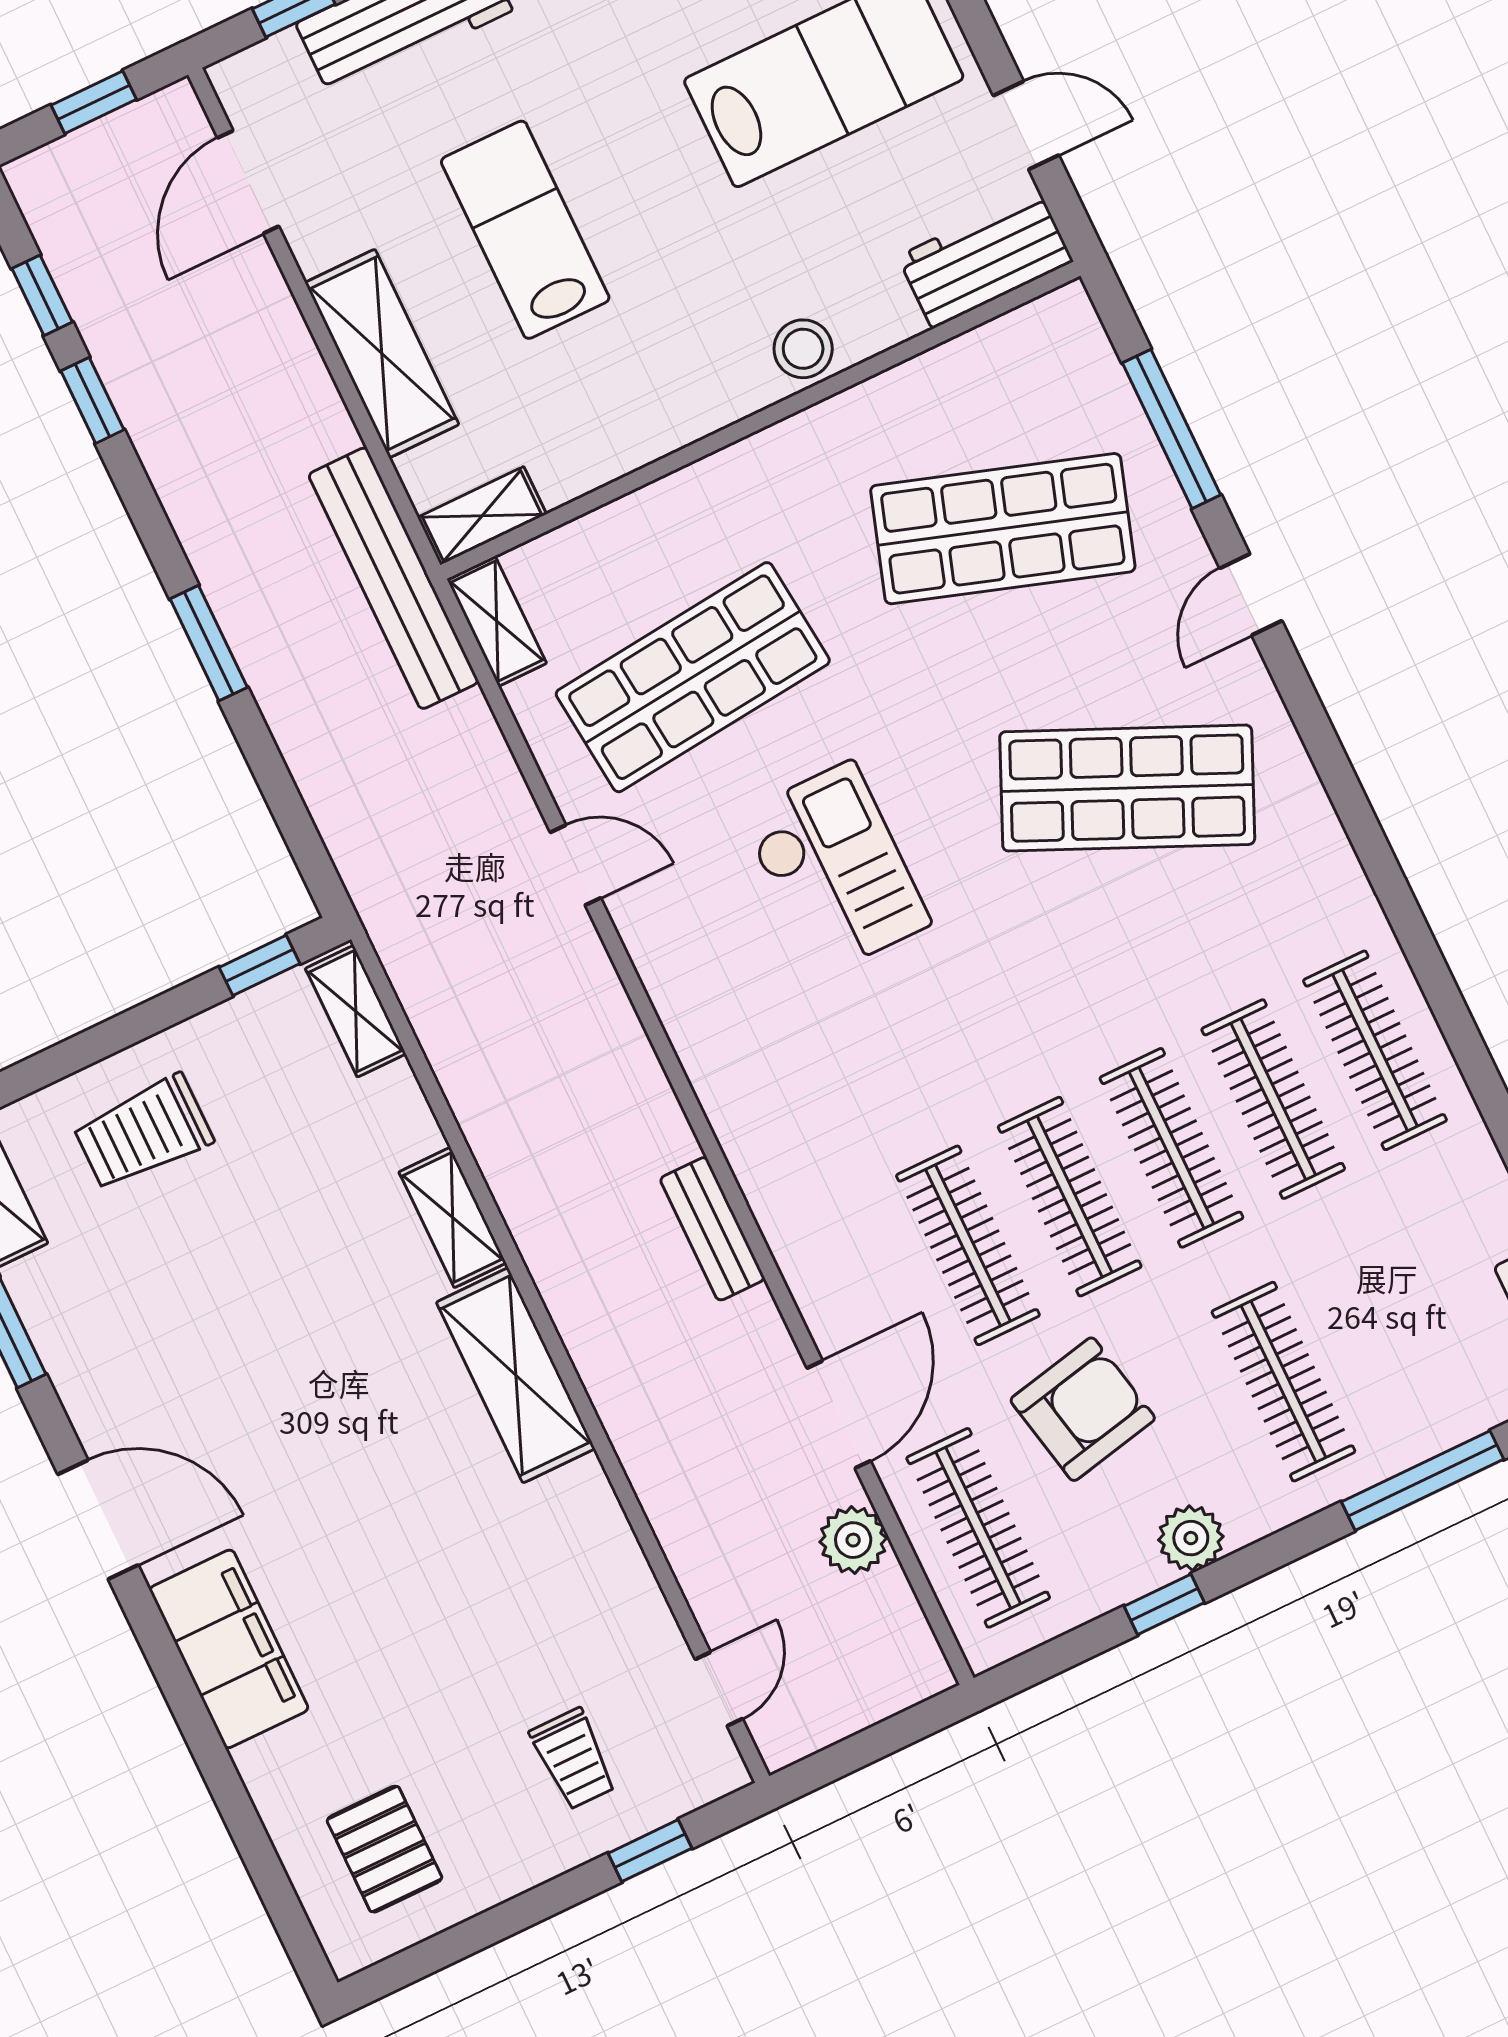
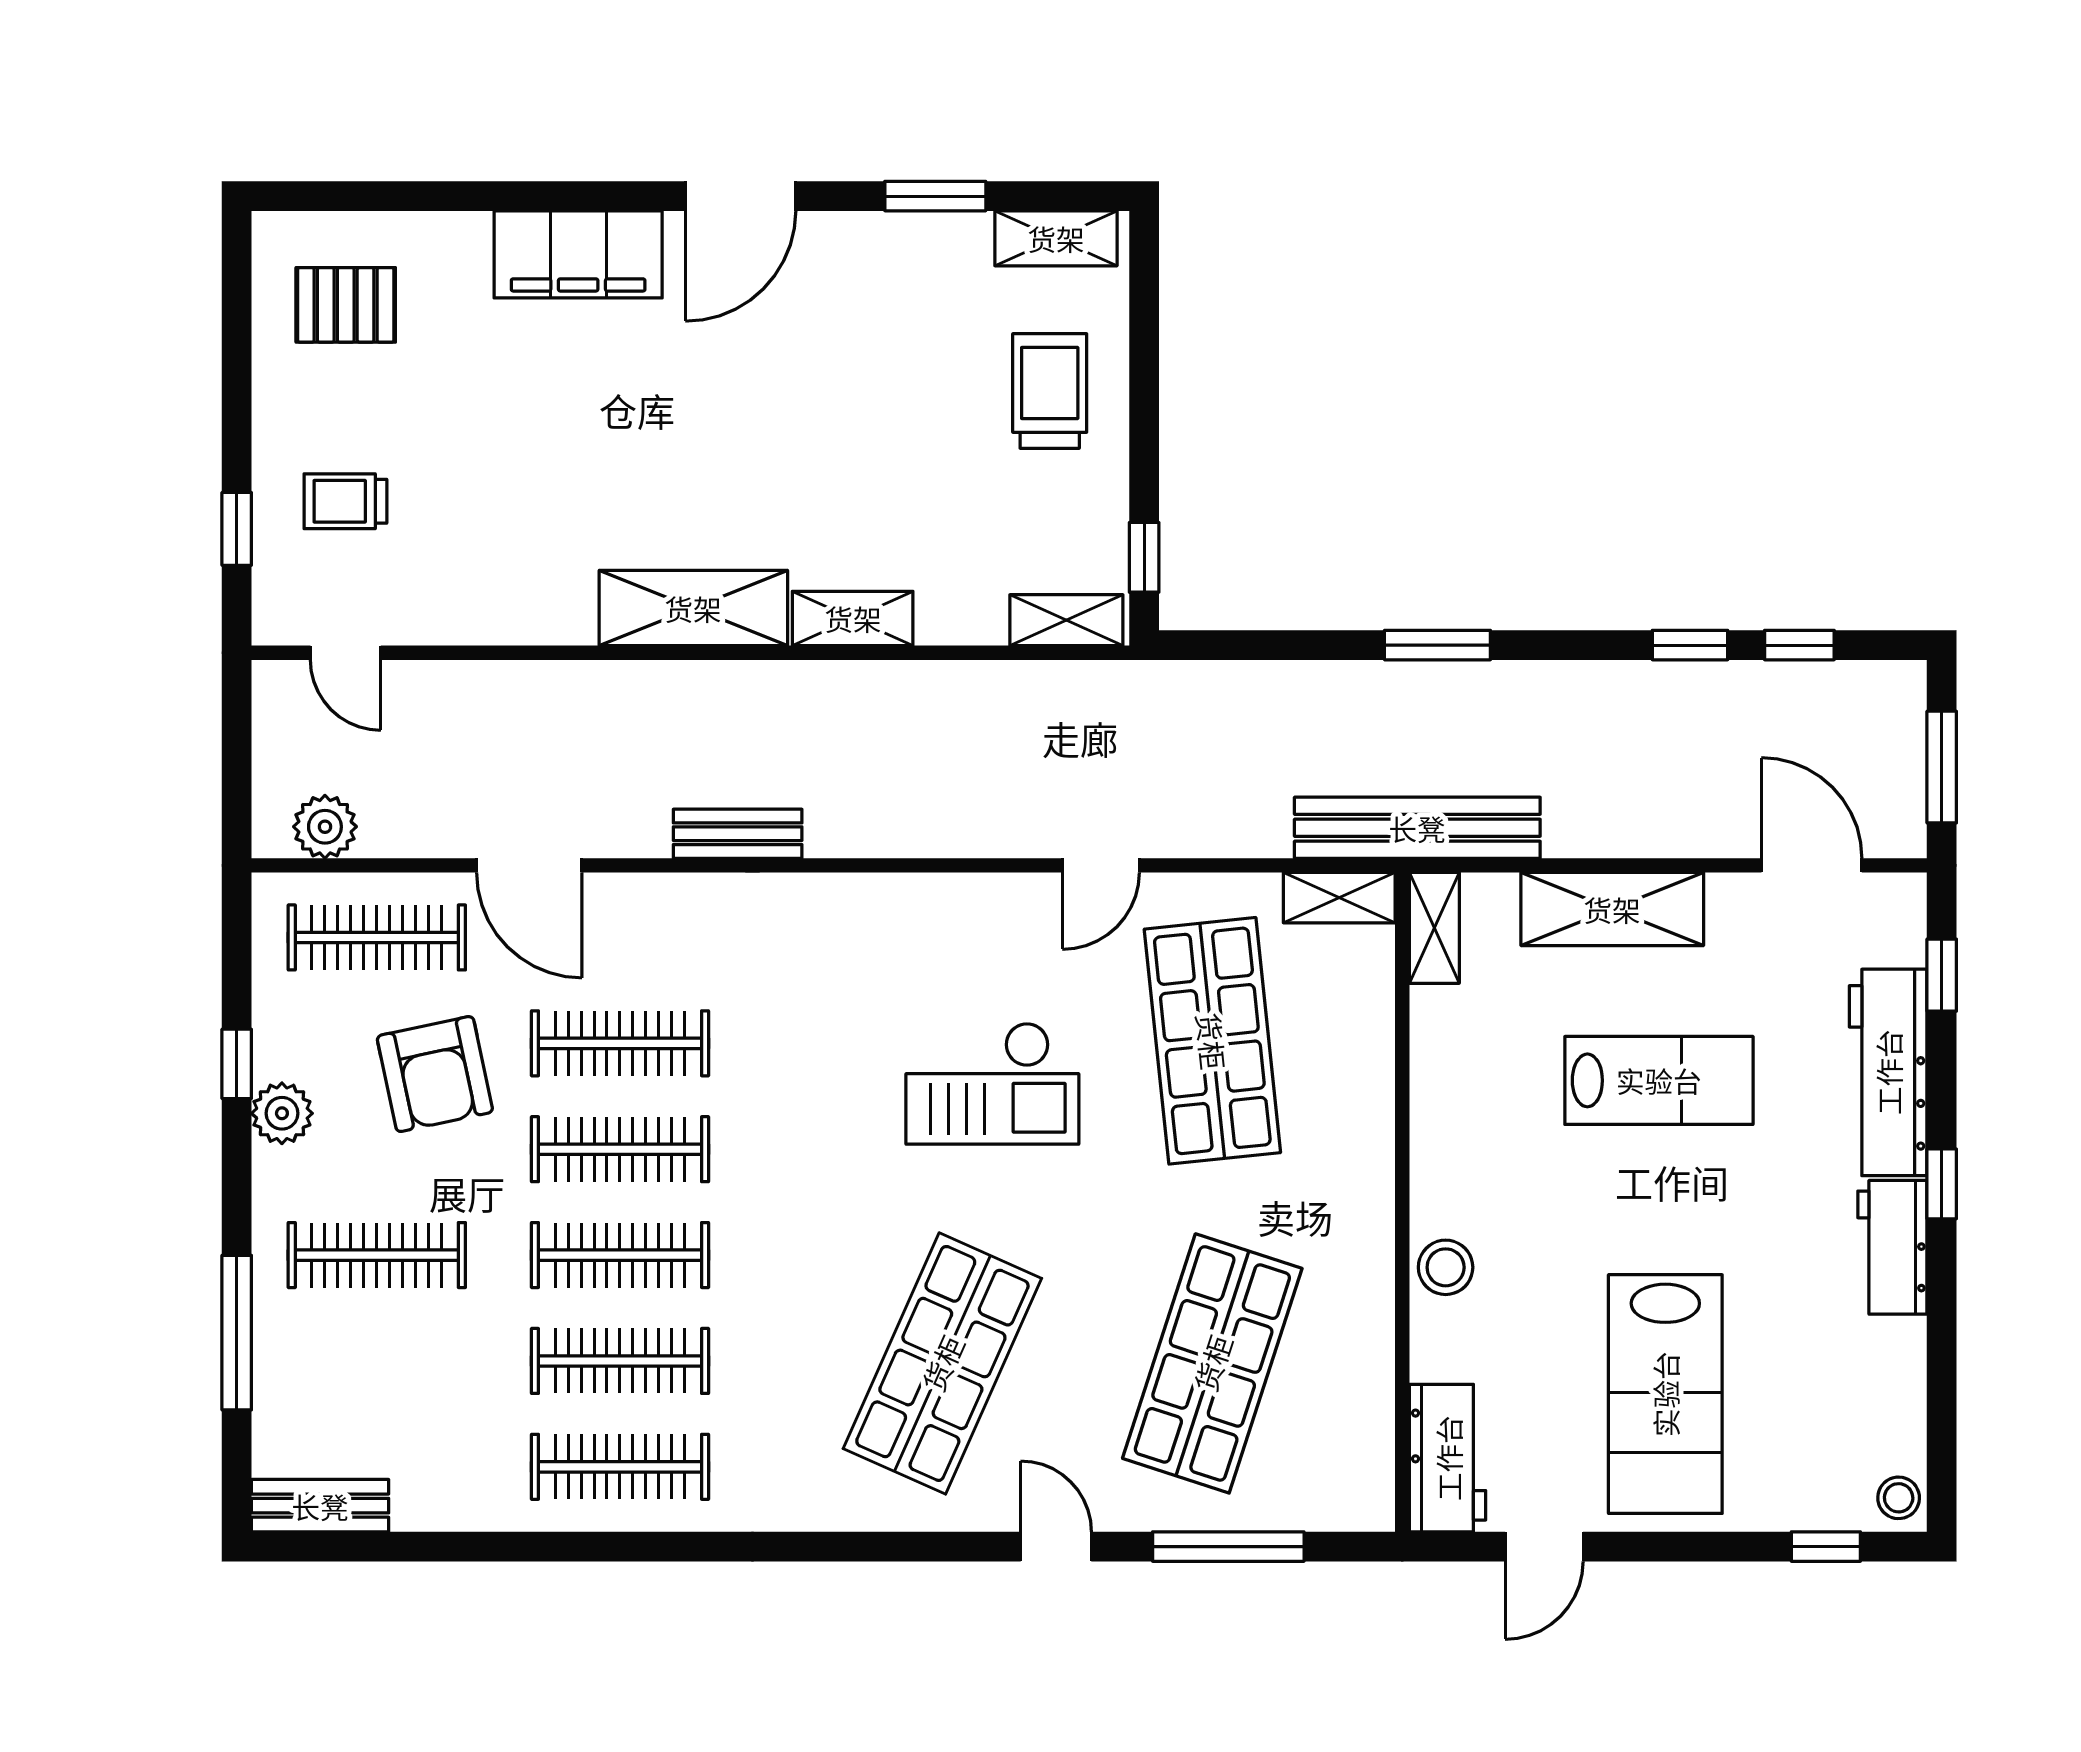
window: (94, 102) -> (1942, 767), width x1.50
plant: (853, 1540) -> (325, 827), moved

